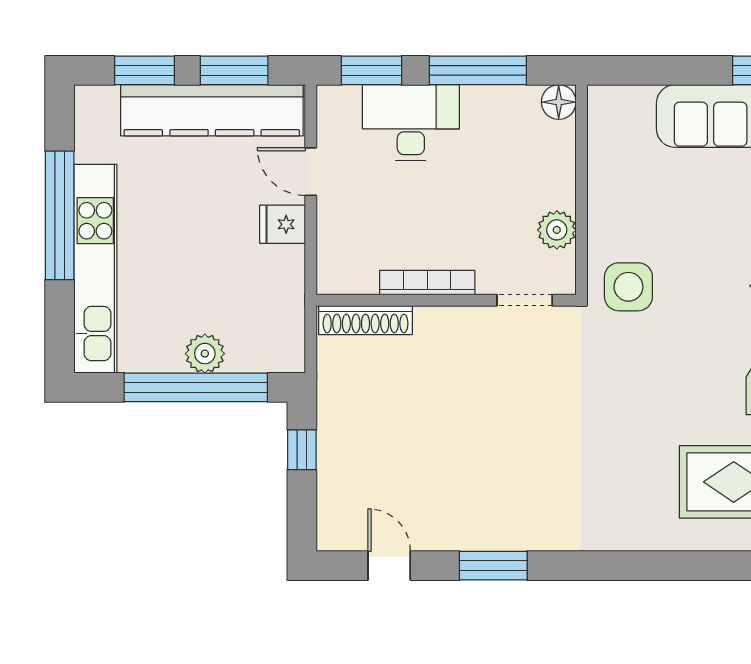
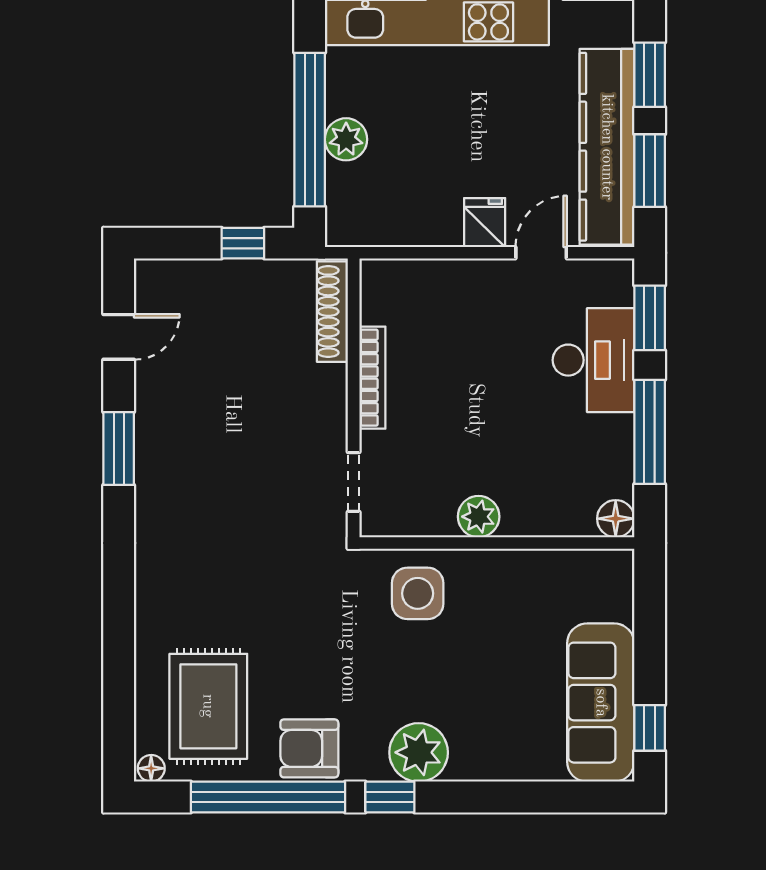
bookcase: (427, 283) -> (372, 378), moved
wall: (446, 300) -> (354, 398), moved
doorway: (525, 300) -> (354, 482), moved
shoe rack: (366, 320) -> (332, 312), moved

